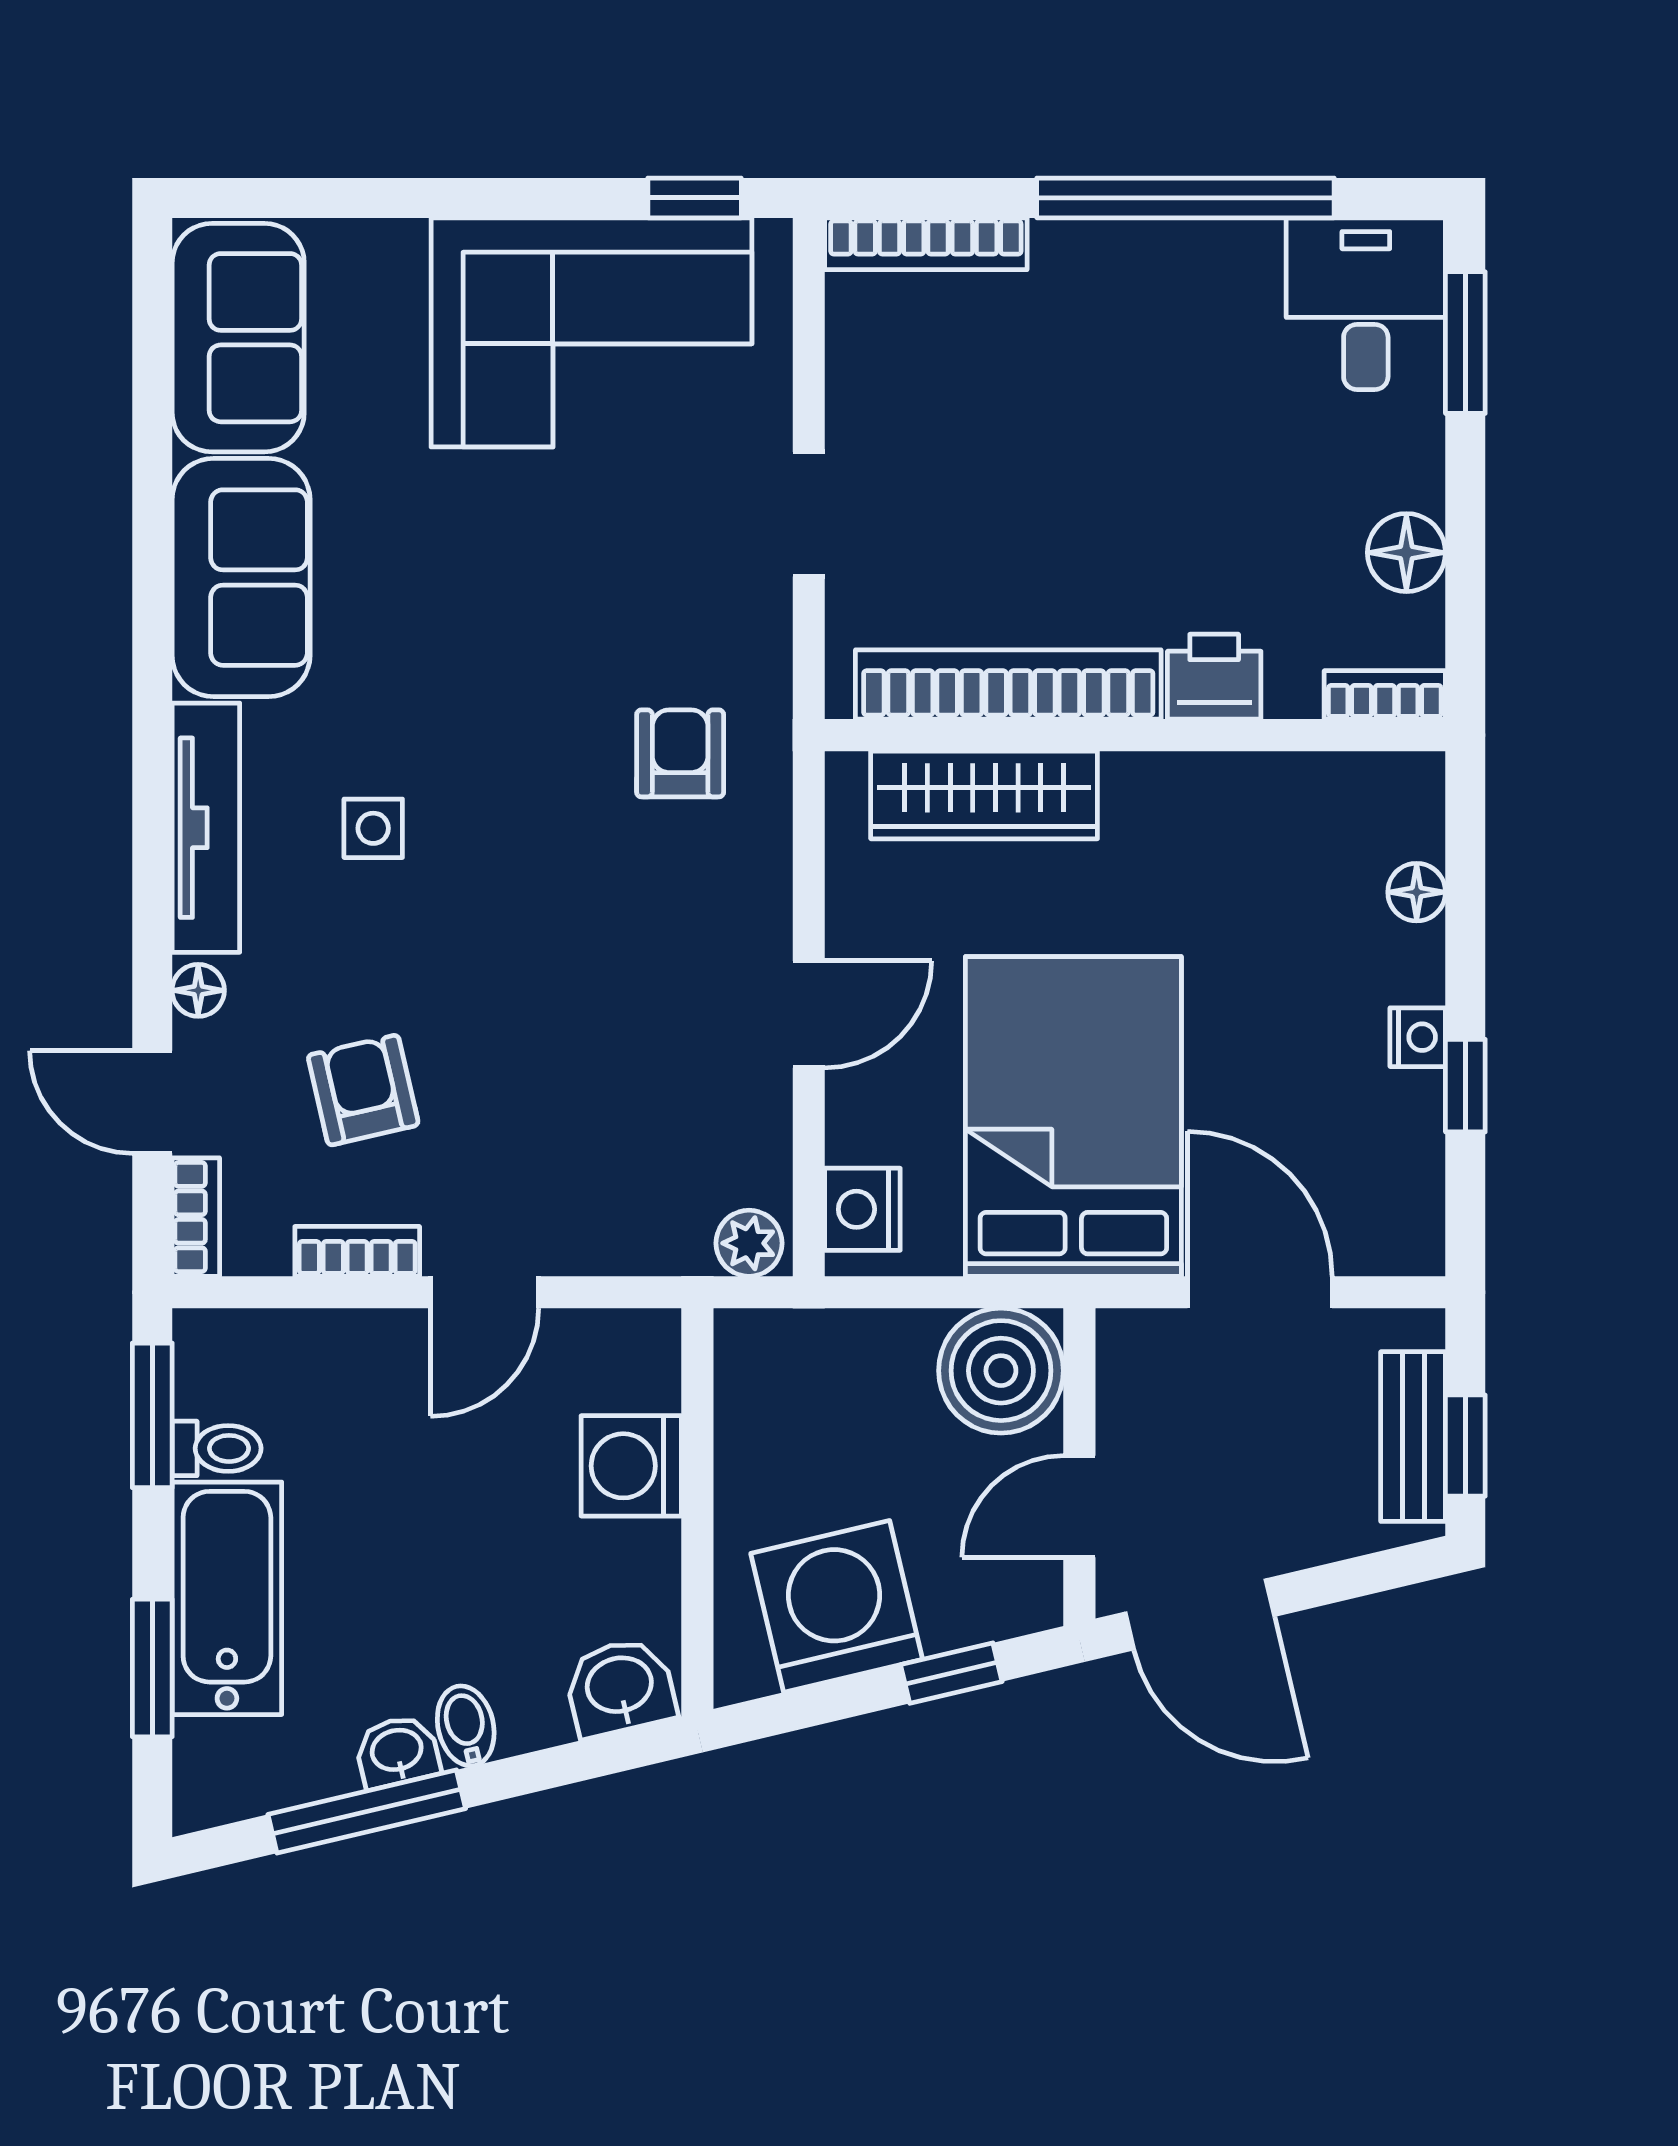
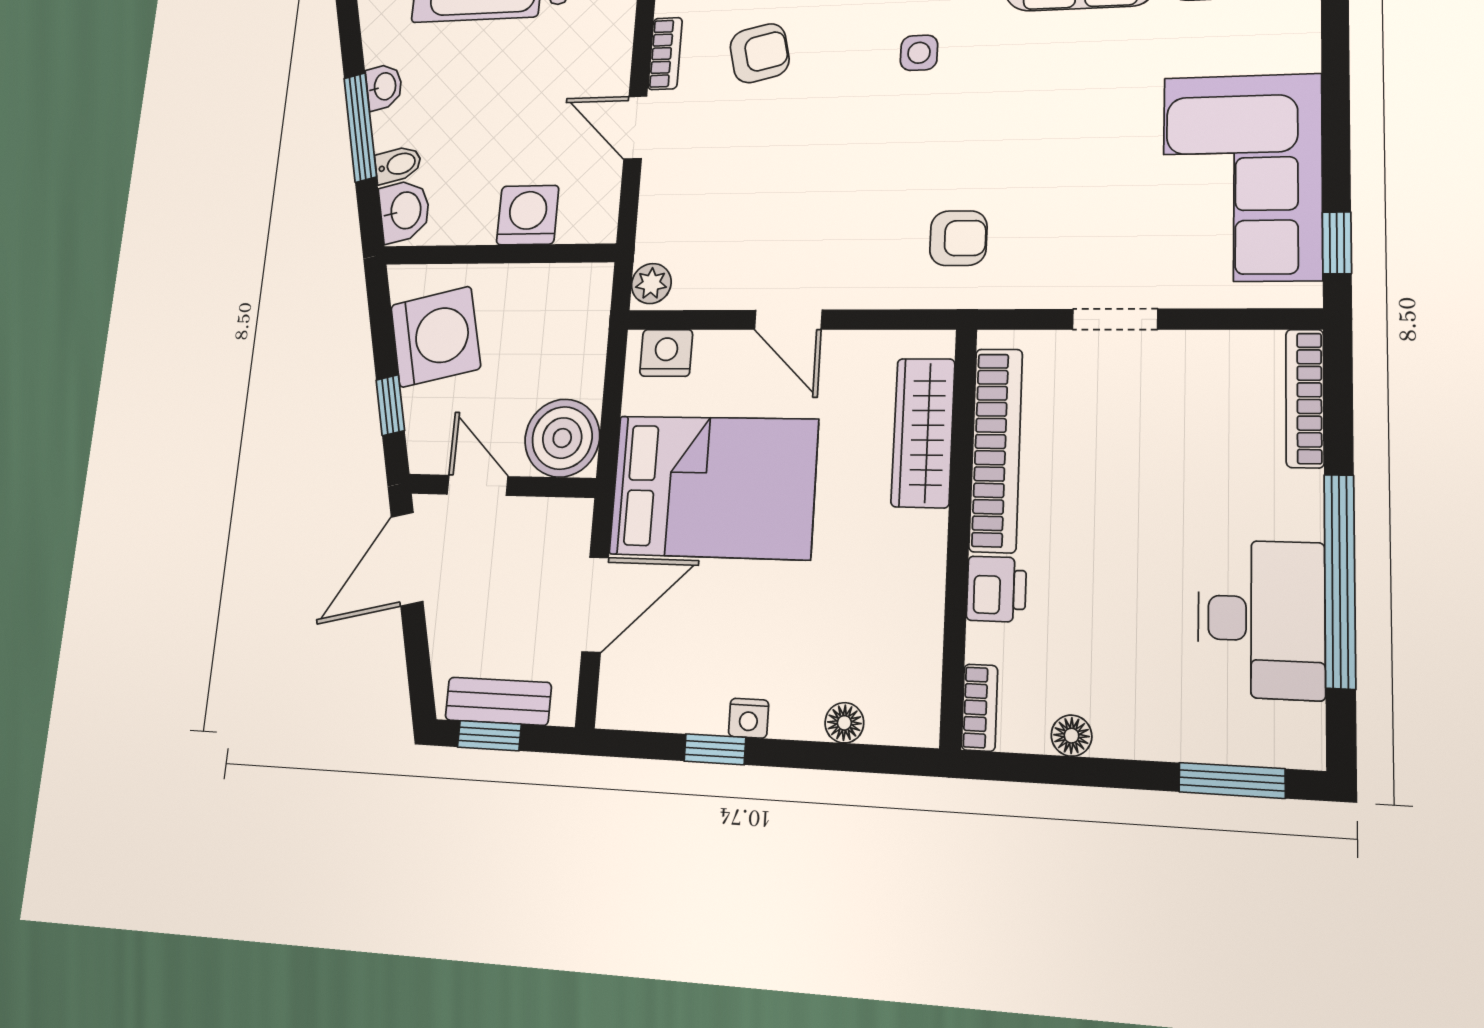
desk: (1366, 304) -> (1261, 619), moved, width x1.37
floor lamp: (1406, 553) -> (1071, 736), width x0.73, depth x0.73
bidet: (466, 1726) -> (398, 164), moved
window: (367, 1812) -> (360, 127), moved

